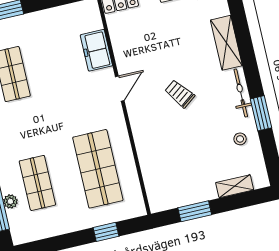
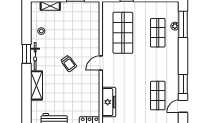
freezer: (96, 50) -> (109, 102), width x1.40
door: (120, 89) -> (101, 63), moved
window: (261, 113) -> (27, 54), moved

